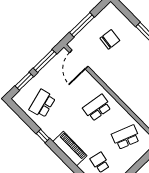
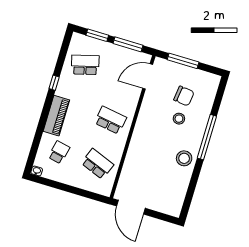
stool: (126, 53) -> (179, 119), added

